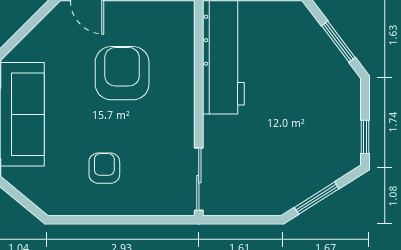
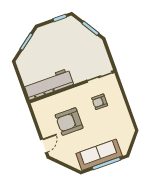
armchair: (104, 168) -> (100, 102), moved

